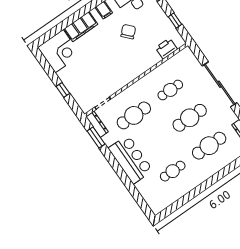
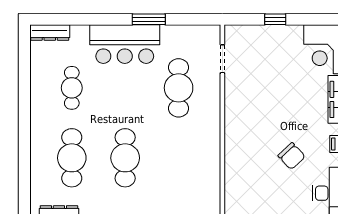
printer: (166, 49) -> (236, 190), removed
cafe table: (170, 90) -> (179, 158), removed
dresser: (97, 124) -> (50, 33), moved
window: (96, 137) -> (149, 19), moved

